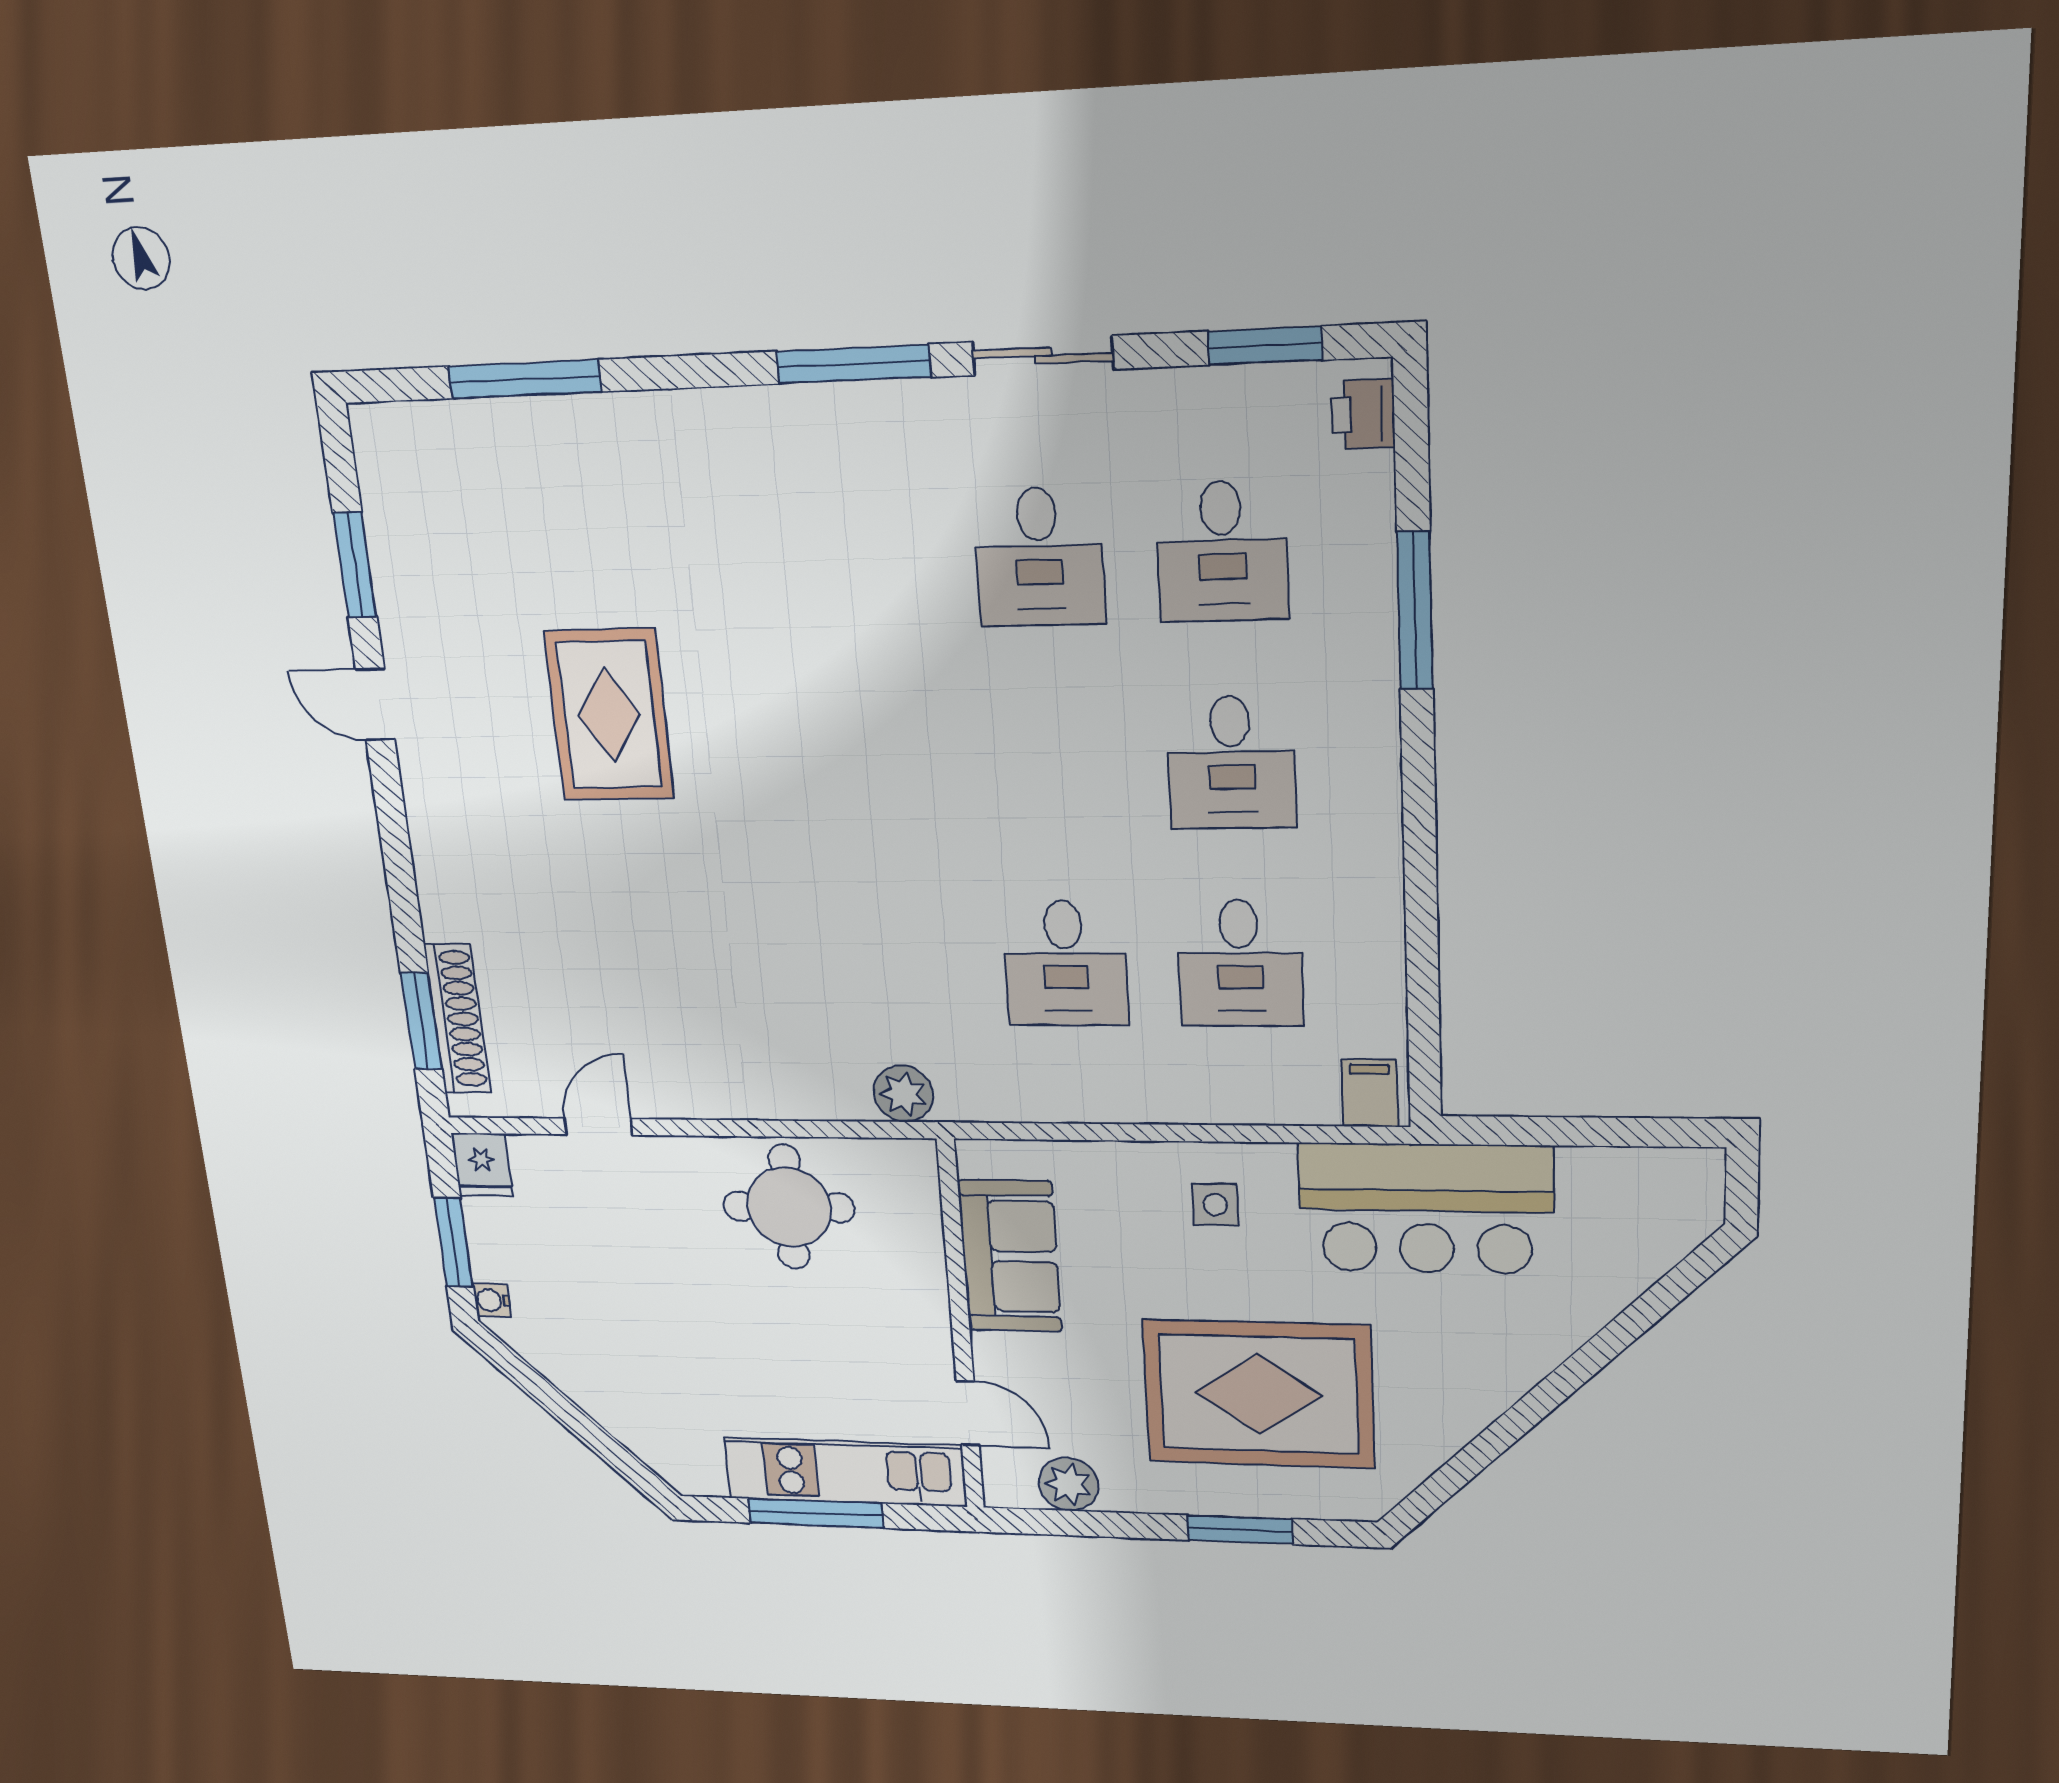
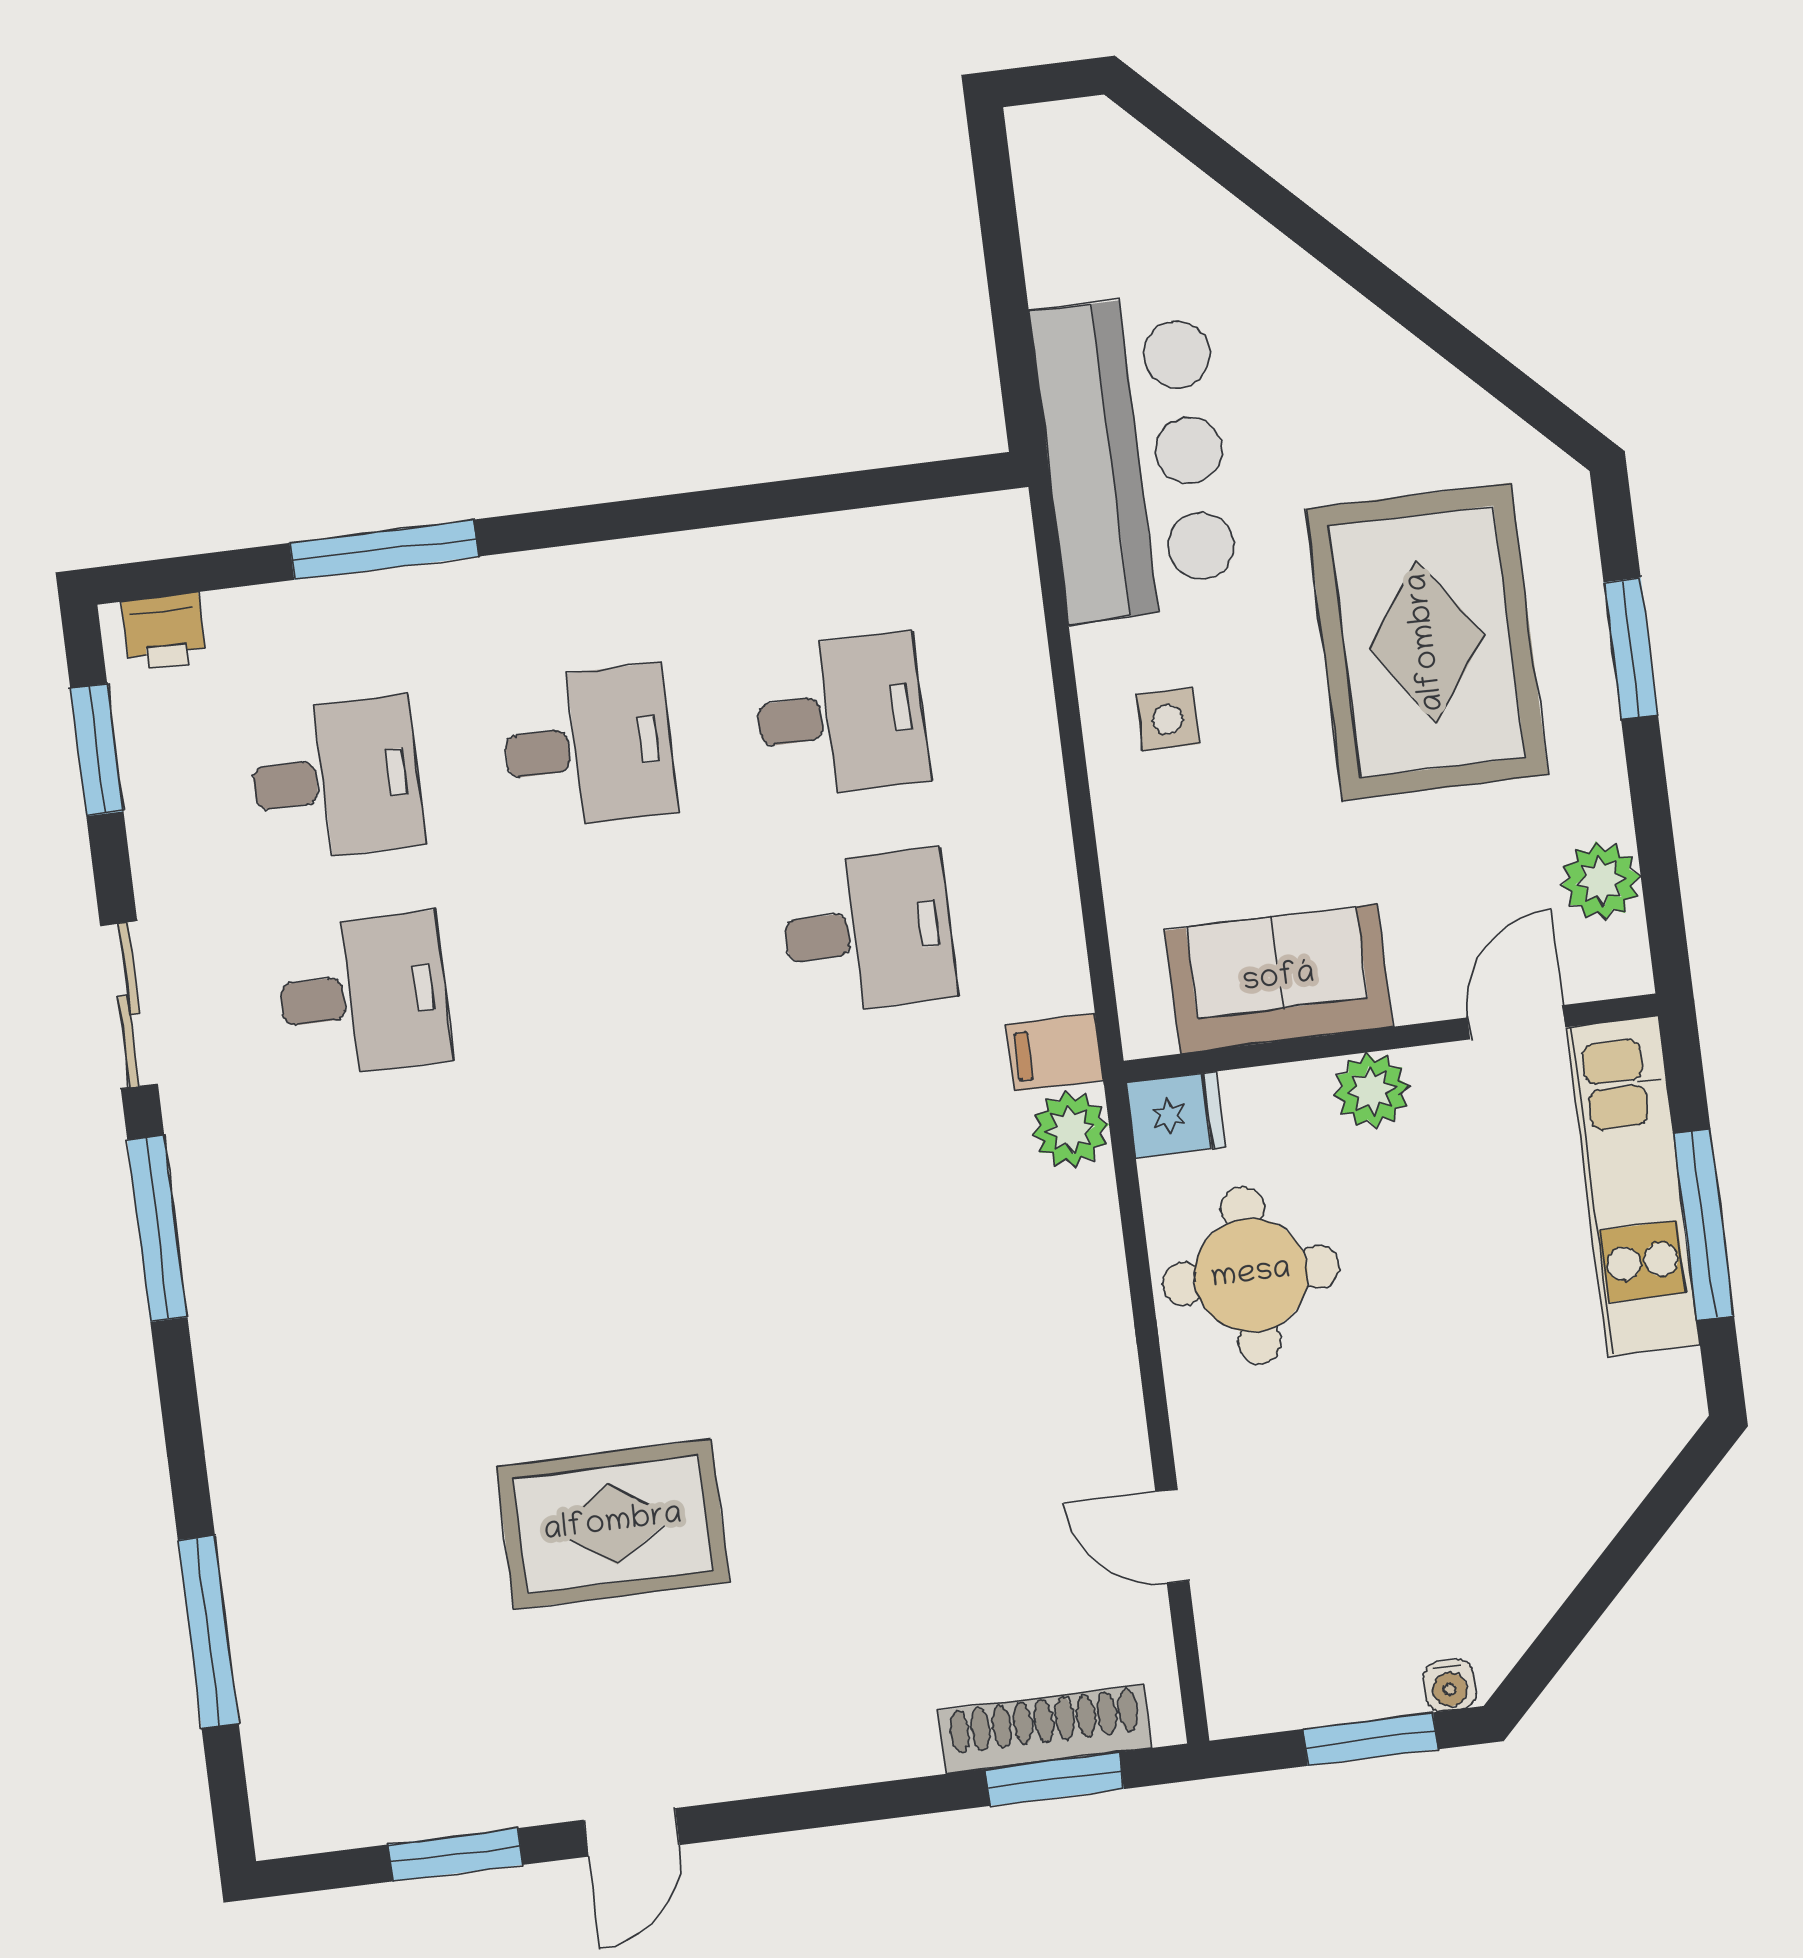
filing cabinet: (1370, 1093) -> (1055, 1052), moved
fridge: (482, 1165) -> (1176, 1115), moved
plant: (923, 1309) -> (1372, 1090), added

